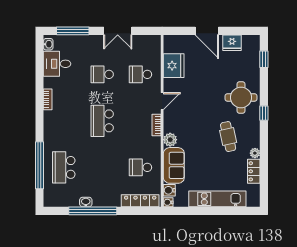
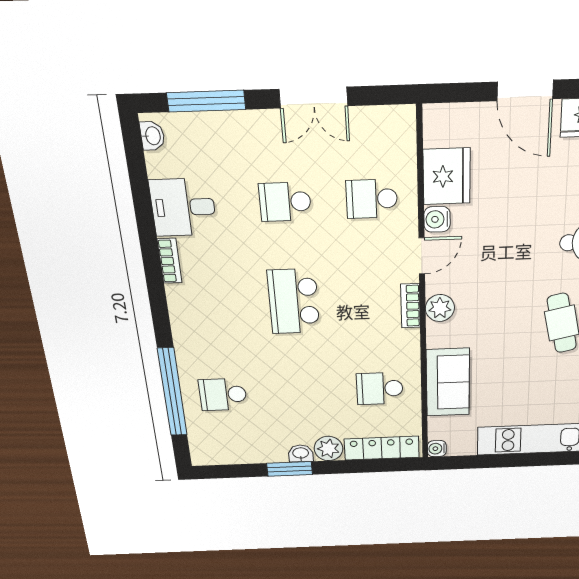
desk: (57, 64) -> (183, 207), moved
plant: (170, 140) -> (440, 308), moved
school desk: (64, 167) -> (223, 394), width x0.54
water cooler: (169, 190) -> (437, 219), moved
plant: (113, 200) -> (328, 449), added
washbasin: (86, 202) -> (301, 453), moved
window: (93, 211) -> (290, 469), width x0.47

